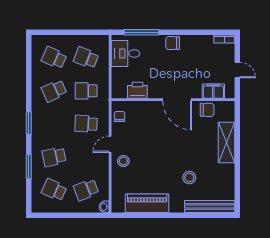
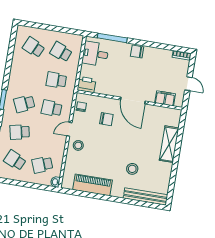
printer: (137, 90) -> (86, 85), moved
school desk: (54, 91) -> (24, 104), moved
chair: (207, 110) -> (106, 119), moved

